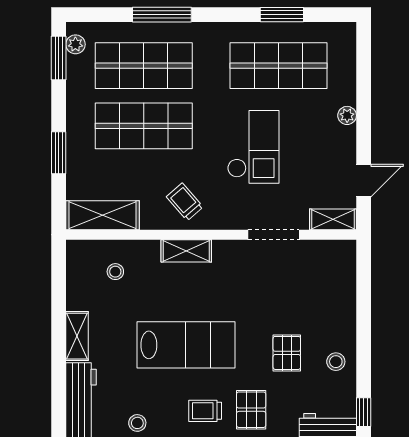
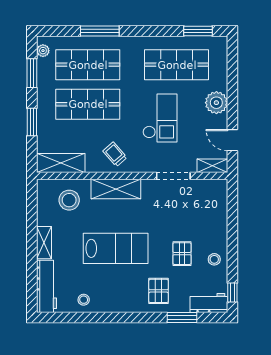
window: (282, 15) -> (198, 31), moved
window: (59, 58) -> (32, 73), moved
plant: (347, 115) -> (216, 103), width x1.87, depth x1.87
door: (364, 181) -> (232, 140), swing flipped
shelving: (186, 251) -> (116, 189), width x1.50, depth x1.33
stool: (115, 272) -> (69, 200), width x1.89, depth x1.89
trolley: (205, 411) -> (128, 292), removed

